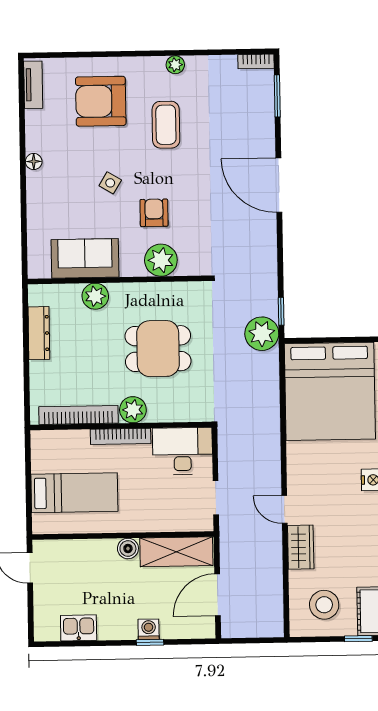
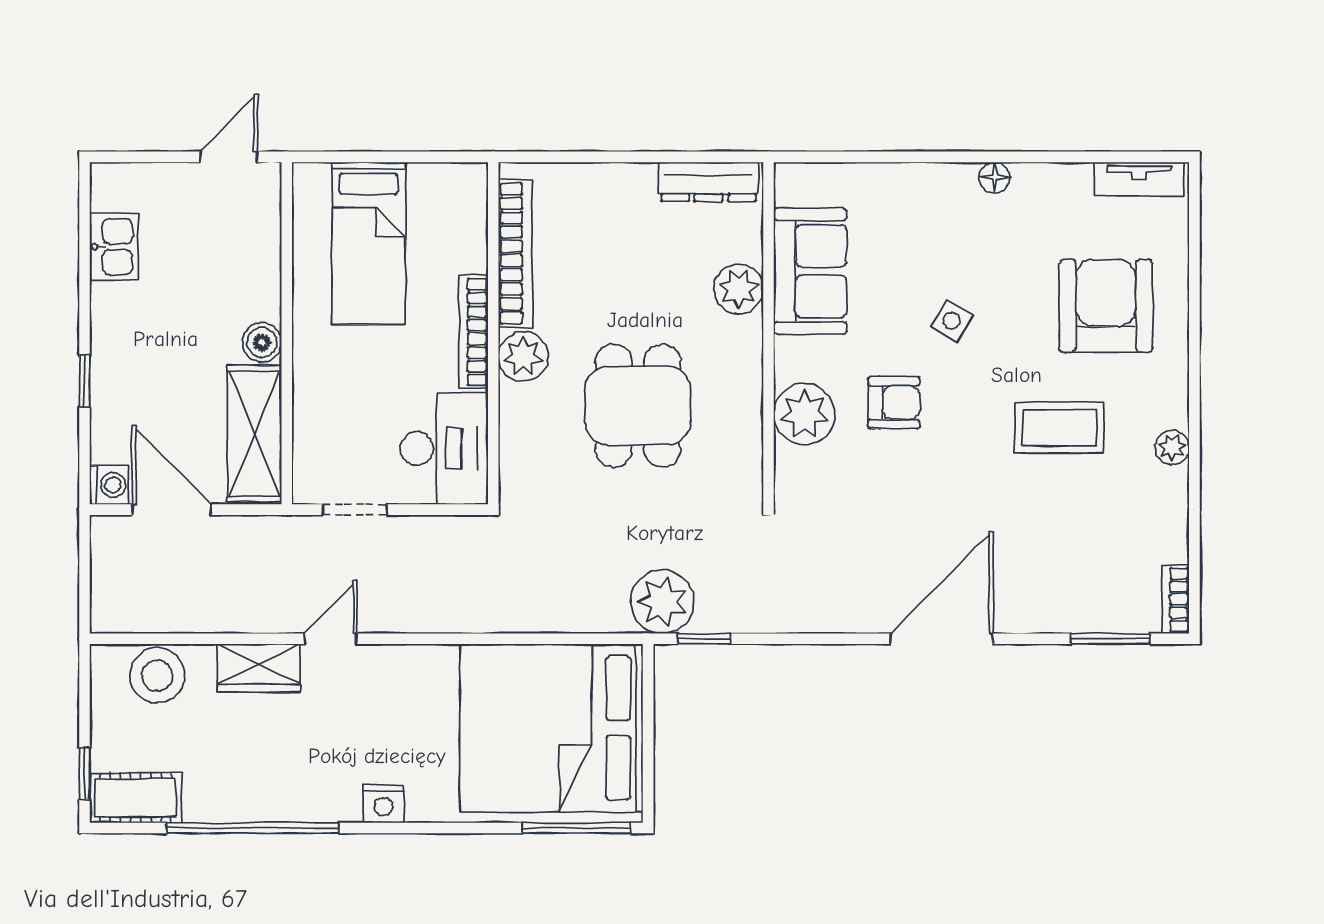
dresser: (39, 333) -> (709, 182), moved
stool: (324, 605) -> (157, 675), moved
washing machine: (149, 629) -> (109, 485), moved

